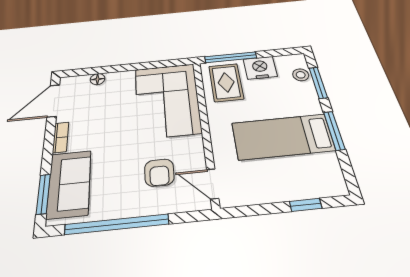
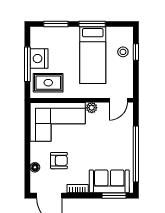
window: (231, 57) -> (27, 64), moved
stool: (301, 75) -> (123, 52), moved
plant: (195, 144) -> (92, 108), added
armchair: (159, 173) -> (59, 161), moved

